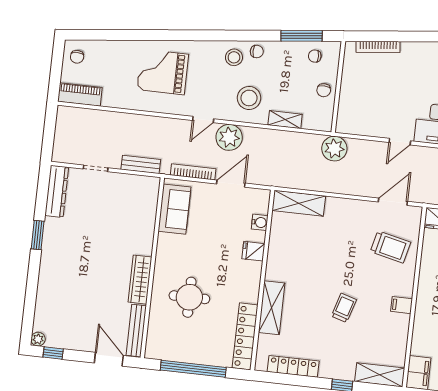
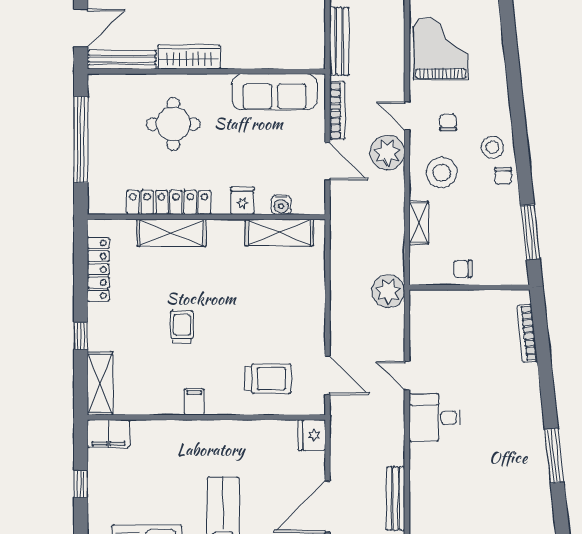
chair: (315, 56) -> (448, 122), moved
grand piano: (163, 72) -> (441, 49), moved
bench: (141, 164) -> (339, 41), width x1.36
shelving: (299, 203) -> (279, 233), moved, turned 90
sofa: (174, 209) -> (275, 92), width x1.36
trolley: (391, 247) -> (268, 379), turned -103
trolley: (344, 308) -> (182, 327), turned -107
locker: (245, 336) -> (169, 202), moved

